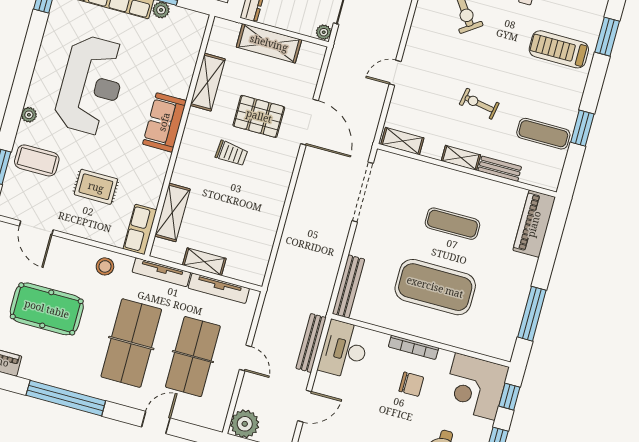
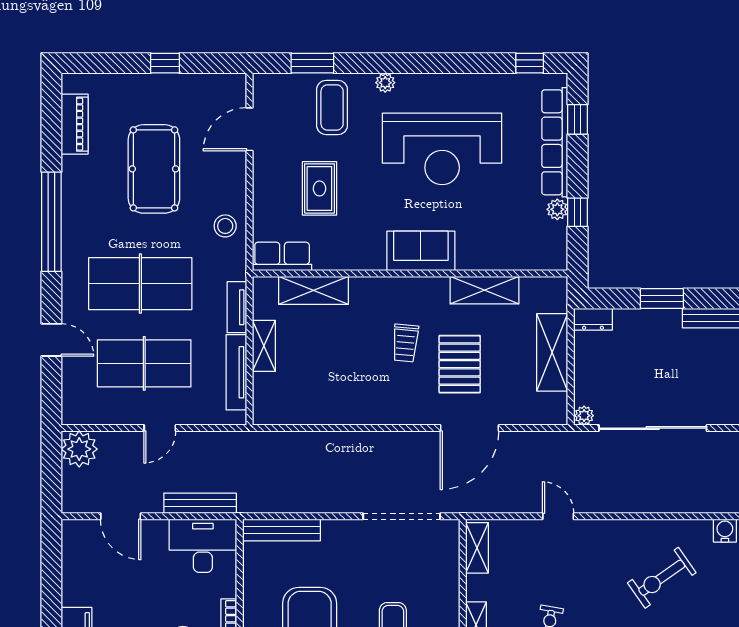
tv unit: (161, 272) -> (237, 307), width x0.71

